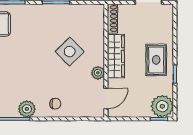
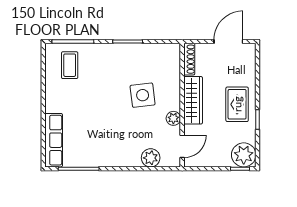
side table: (70, 52) -> (143, 95), turned 37
chair: (55, 104) -> (127, 152), removed
plant: (27, 109) -> (151, 158), moved

